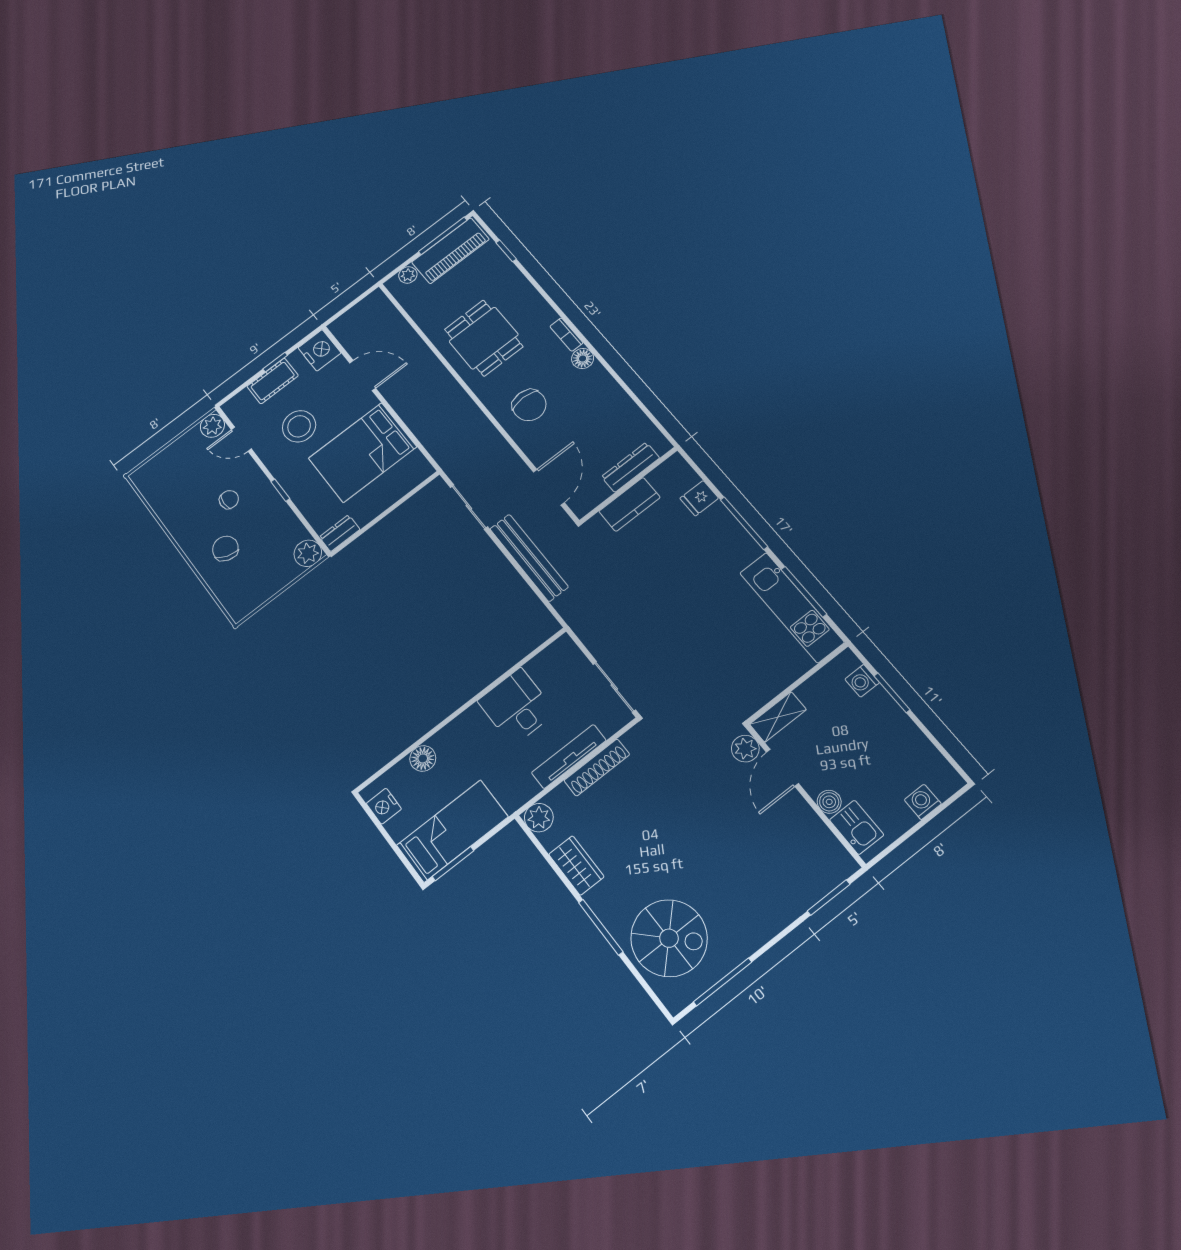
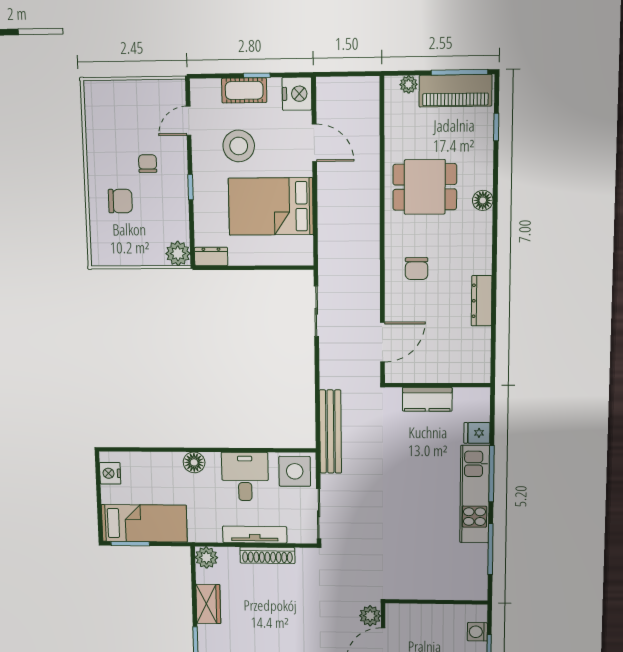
bookcase: (566, 335) -> (486, 235), removed
dining table: (484, 338) -> (425, 187), turned 90
floor lamp: (583, 359) -> (483, 200), moved
chair: (529, 405) -> (417, 269), width x0.73, depth x0.73
plant: (212, 426) -> (174, 91), removed
door: (241, 439) -> (189, 121), hinge flipped
dresser: (630, 467) -> (482, 301), moved, turned -90
chair: (229, 500) -> (148, 164), turned -90
chair: (225, 549) -> (120, 201), turned 70
bench: (529, 558) -> (330, 432), moved
kitchen unit: (792, 607) -> (475, 494), moved
side table: (560, 664) -> (295, 471), added
shelving: (778, 717) -> (407, 613), removed
floor lamp: (423, 758) -> (194, 462), moved

